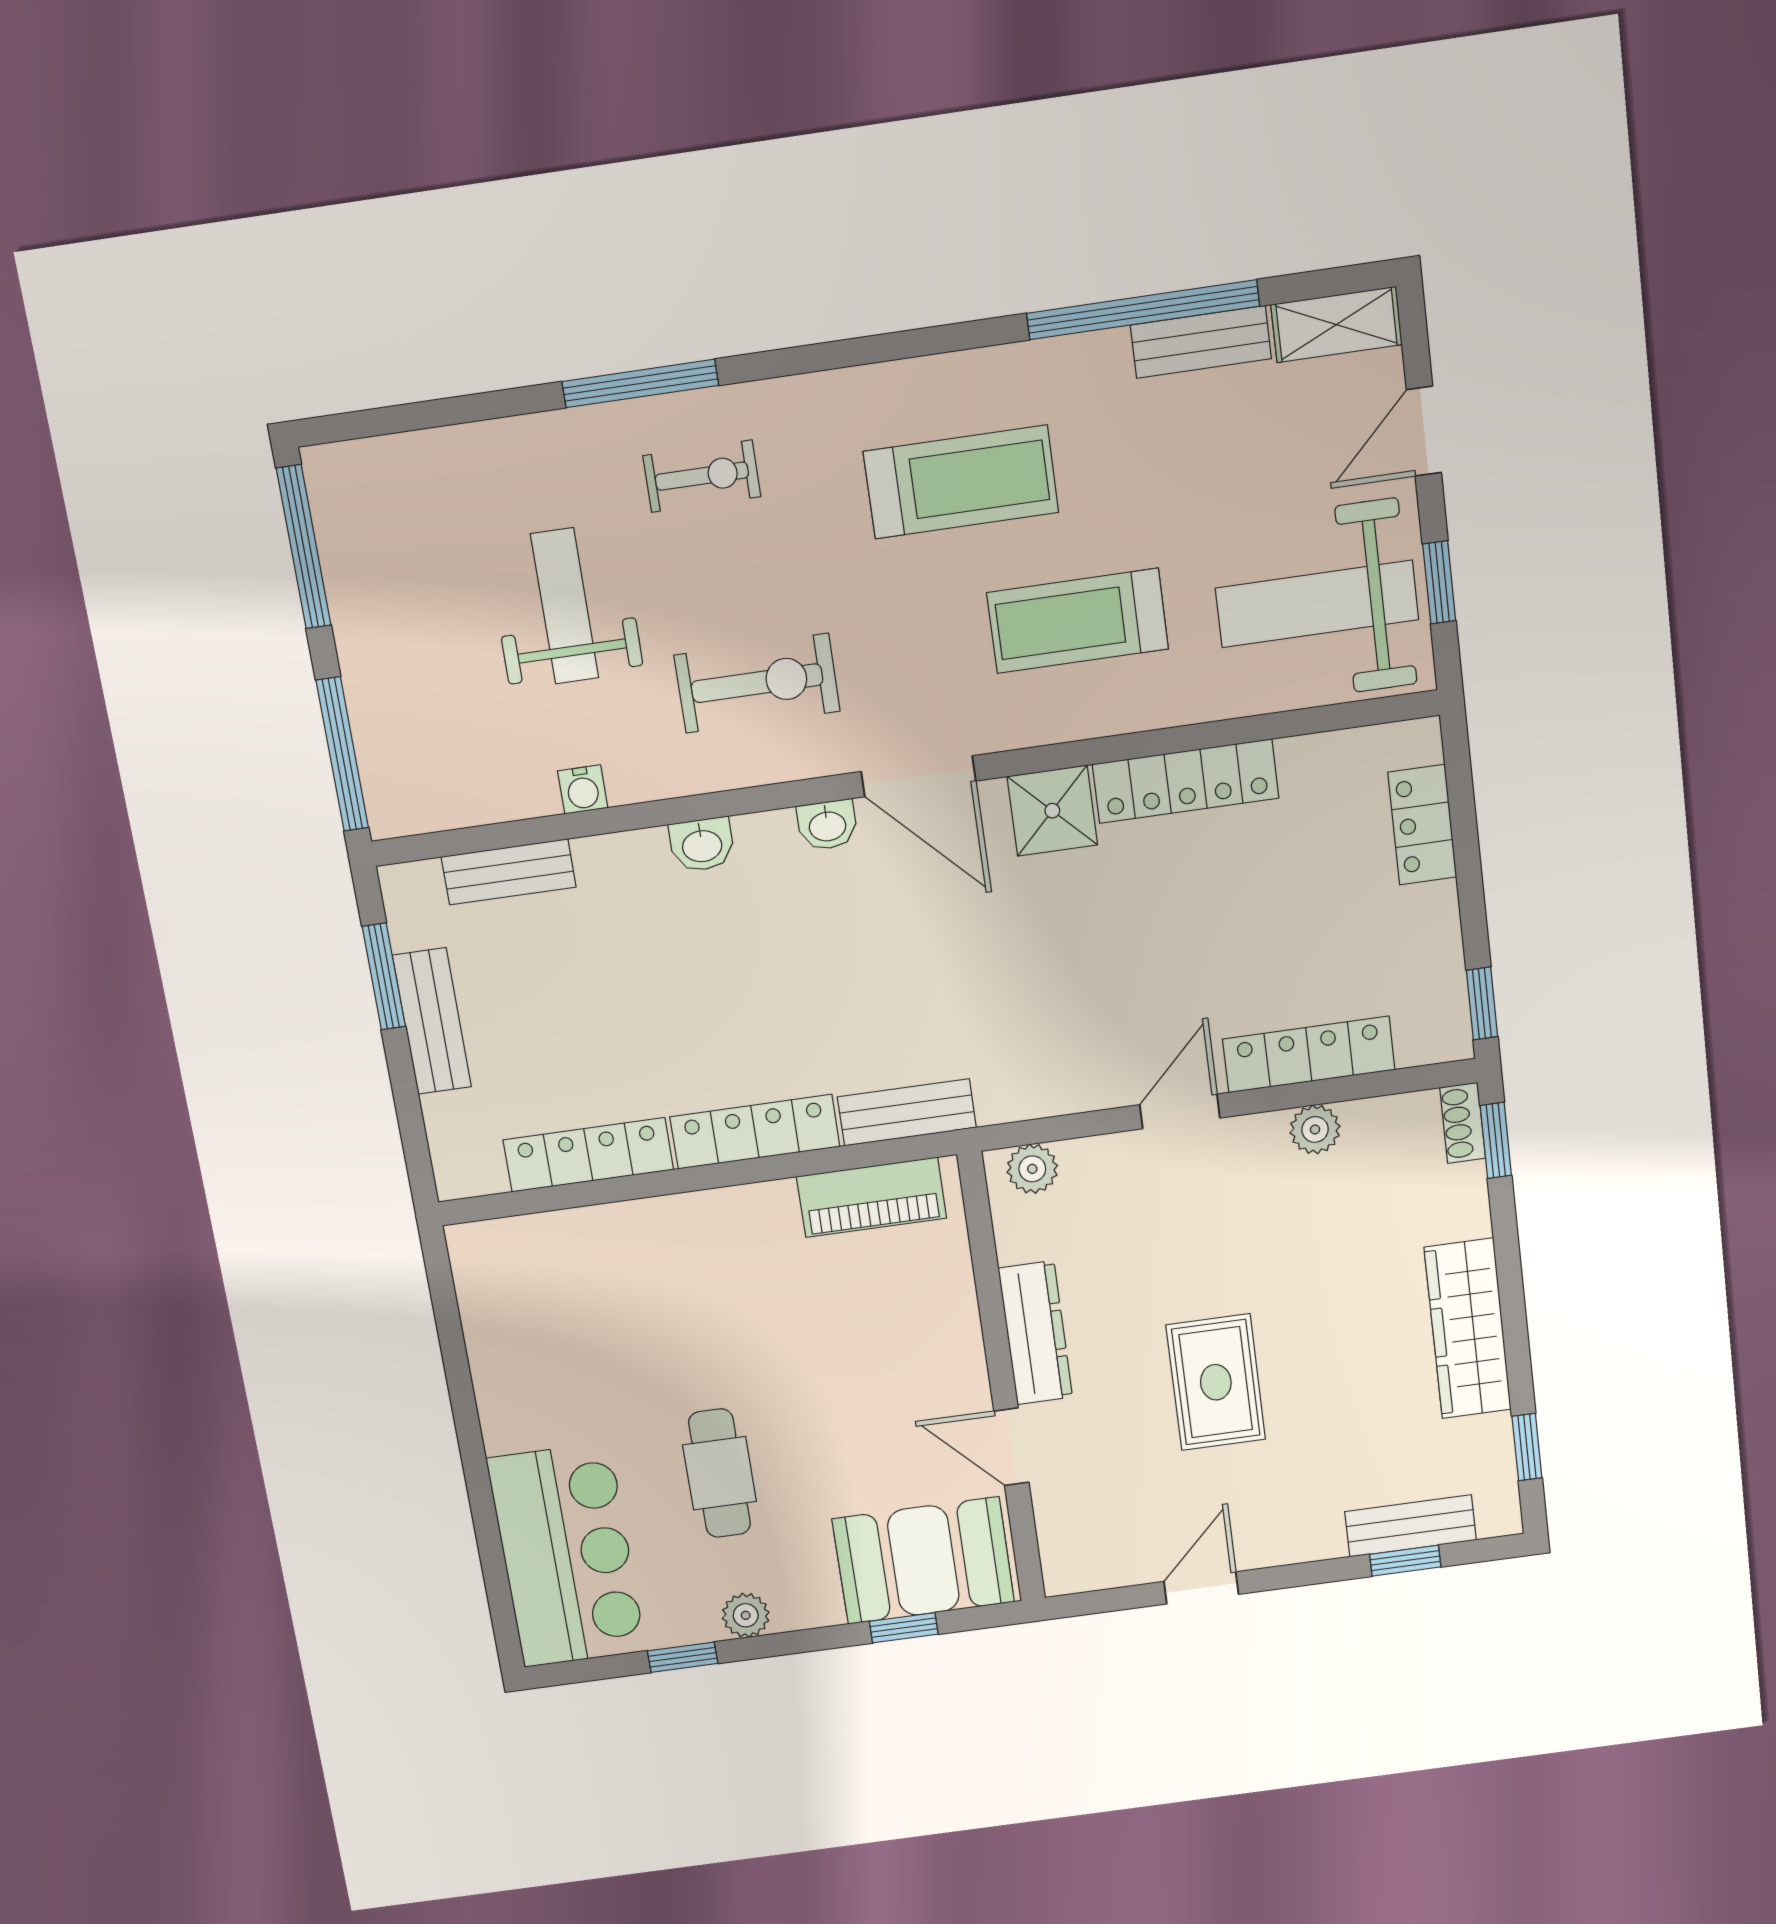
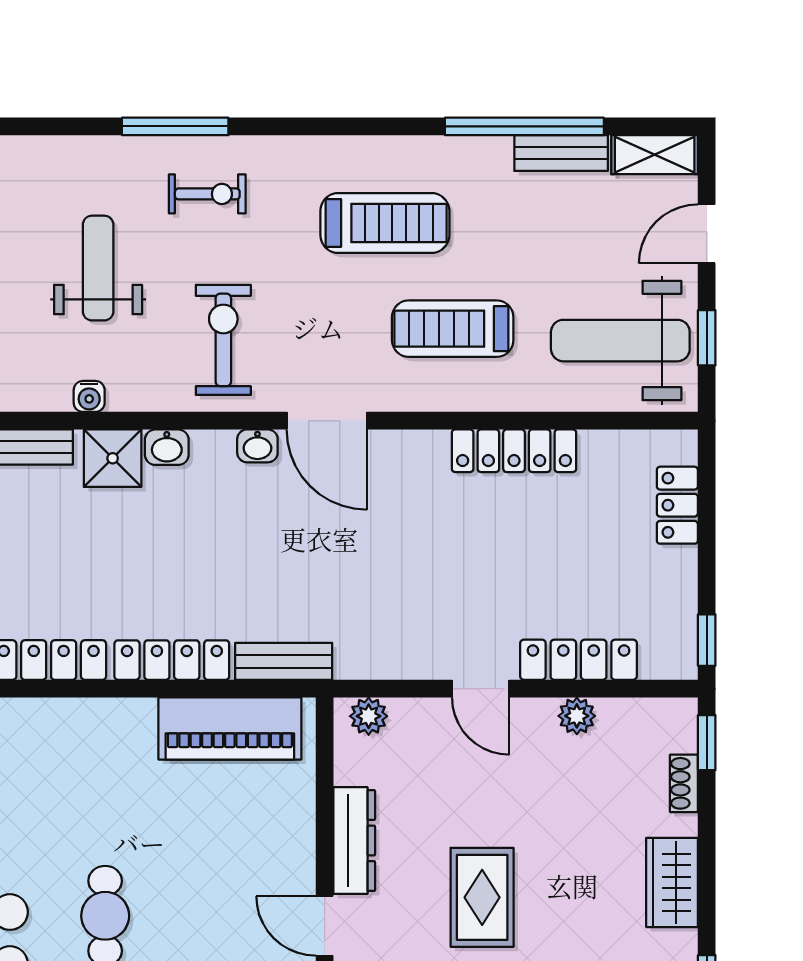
exercise bike: (757, 683) -> (223, 340), turned -90
shower: (1052, 811) -> (113, 458), moved
door: (1180, 1111) -> (481, 689), swing flipped
shoe rack: (1463, 1123) -> (684, 783), moved
piano: (872, 1197) -> (230, 728), width x1.37, depth x1.33
wardrobe: (1468, 1329) -> (672, 882), width x0.67

